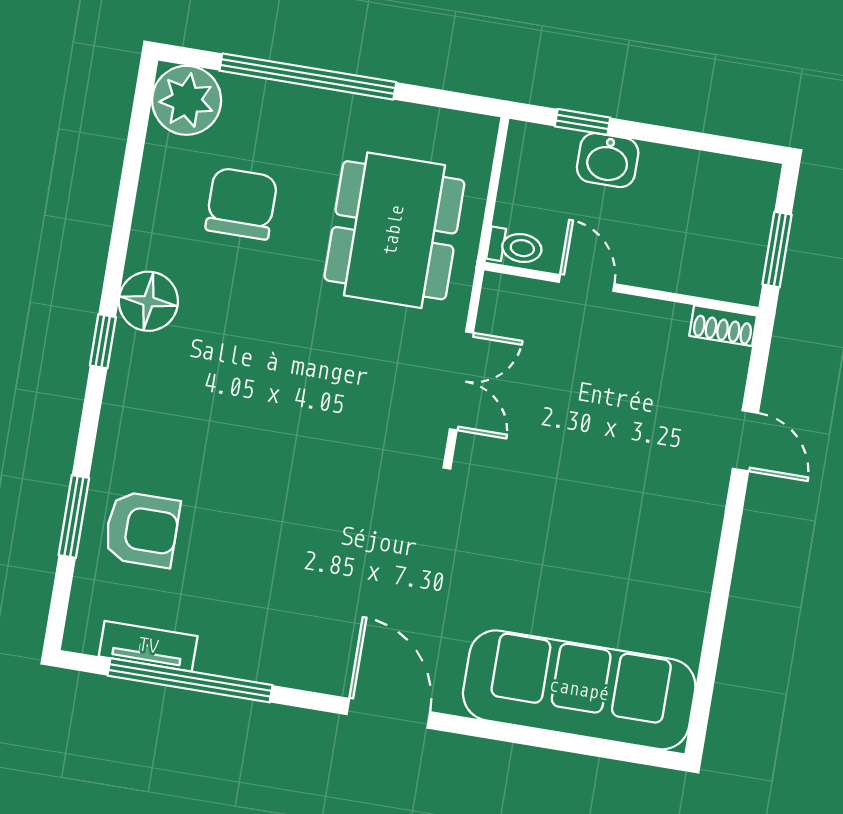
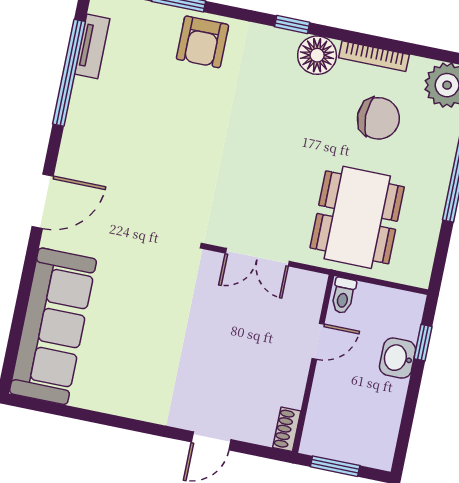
bookcase: (146, 214) -> (374, 56), added
dining table: (394, 230) -> (357, 217), turned 90
armchair: (142, 529) -> (202, 42), moved

